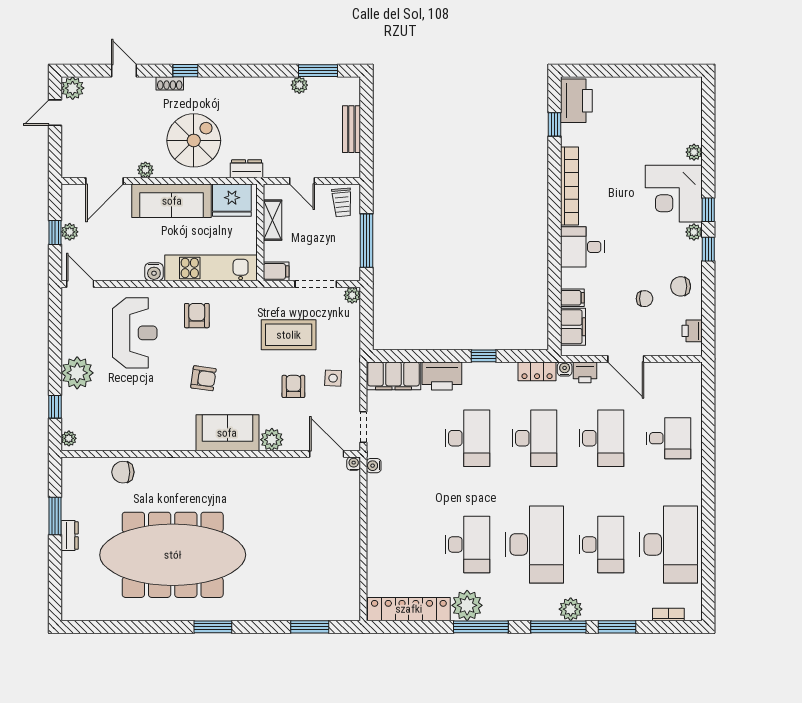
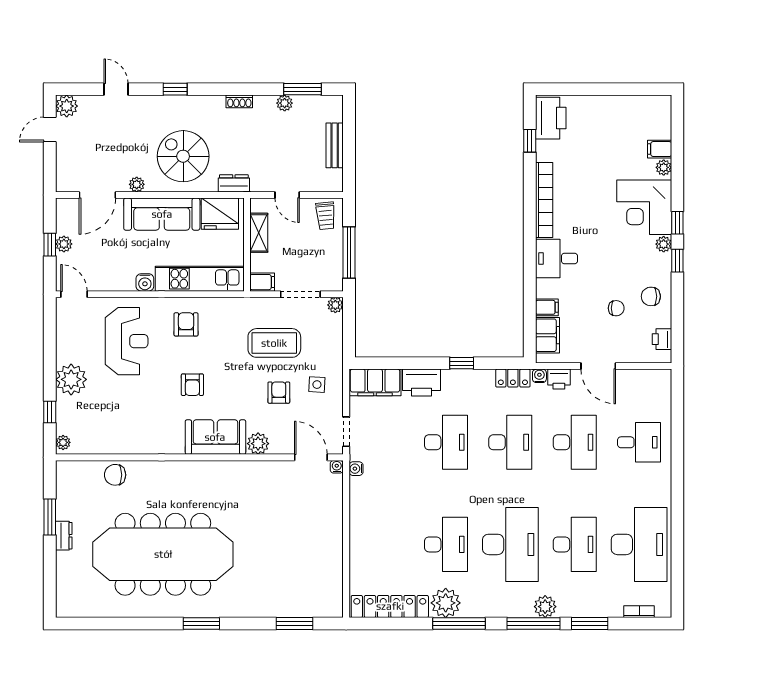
shoe rack: (170, 83) -> (239, 101), moved
filing cabinet: (690, 133) -> (660, 149), added
spiral stairs: (194, 140) -> (183, 156), turned -90
armchair: (203, 378) -> (192, 385), turned 82

